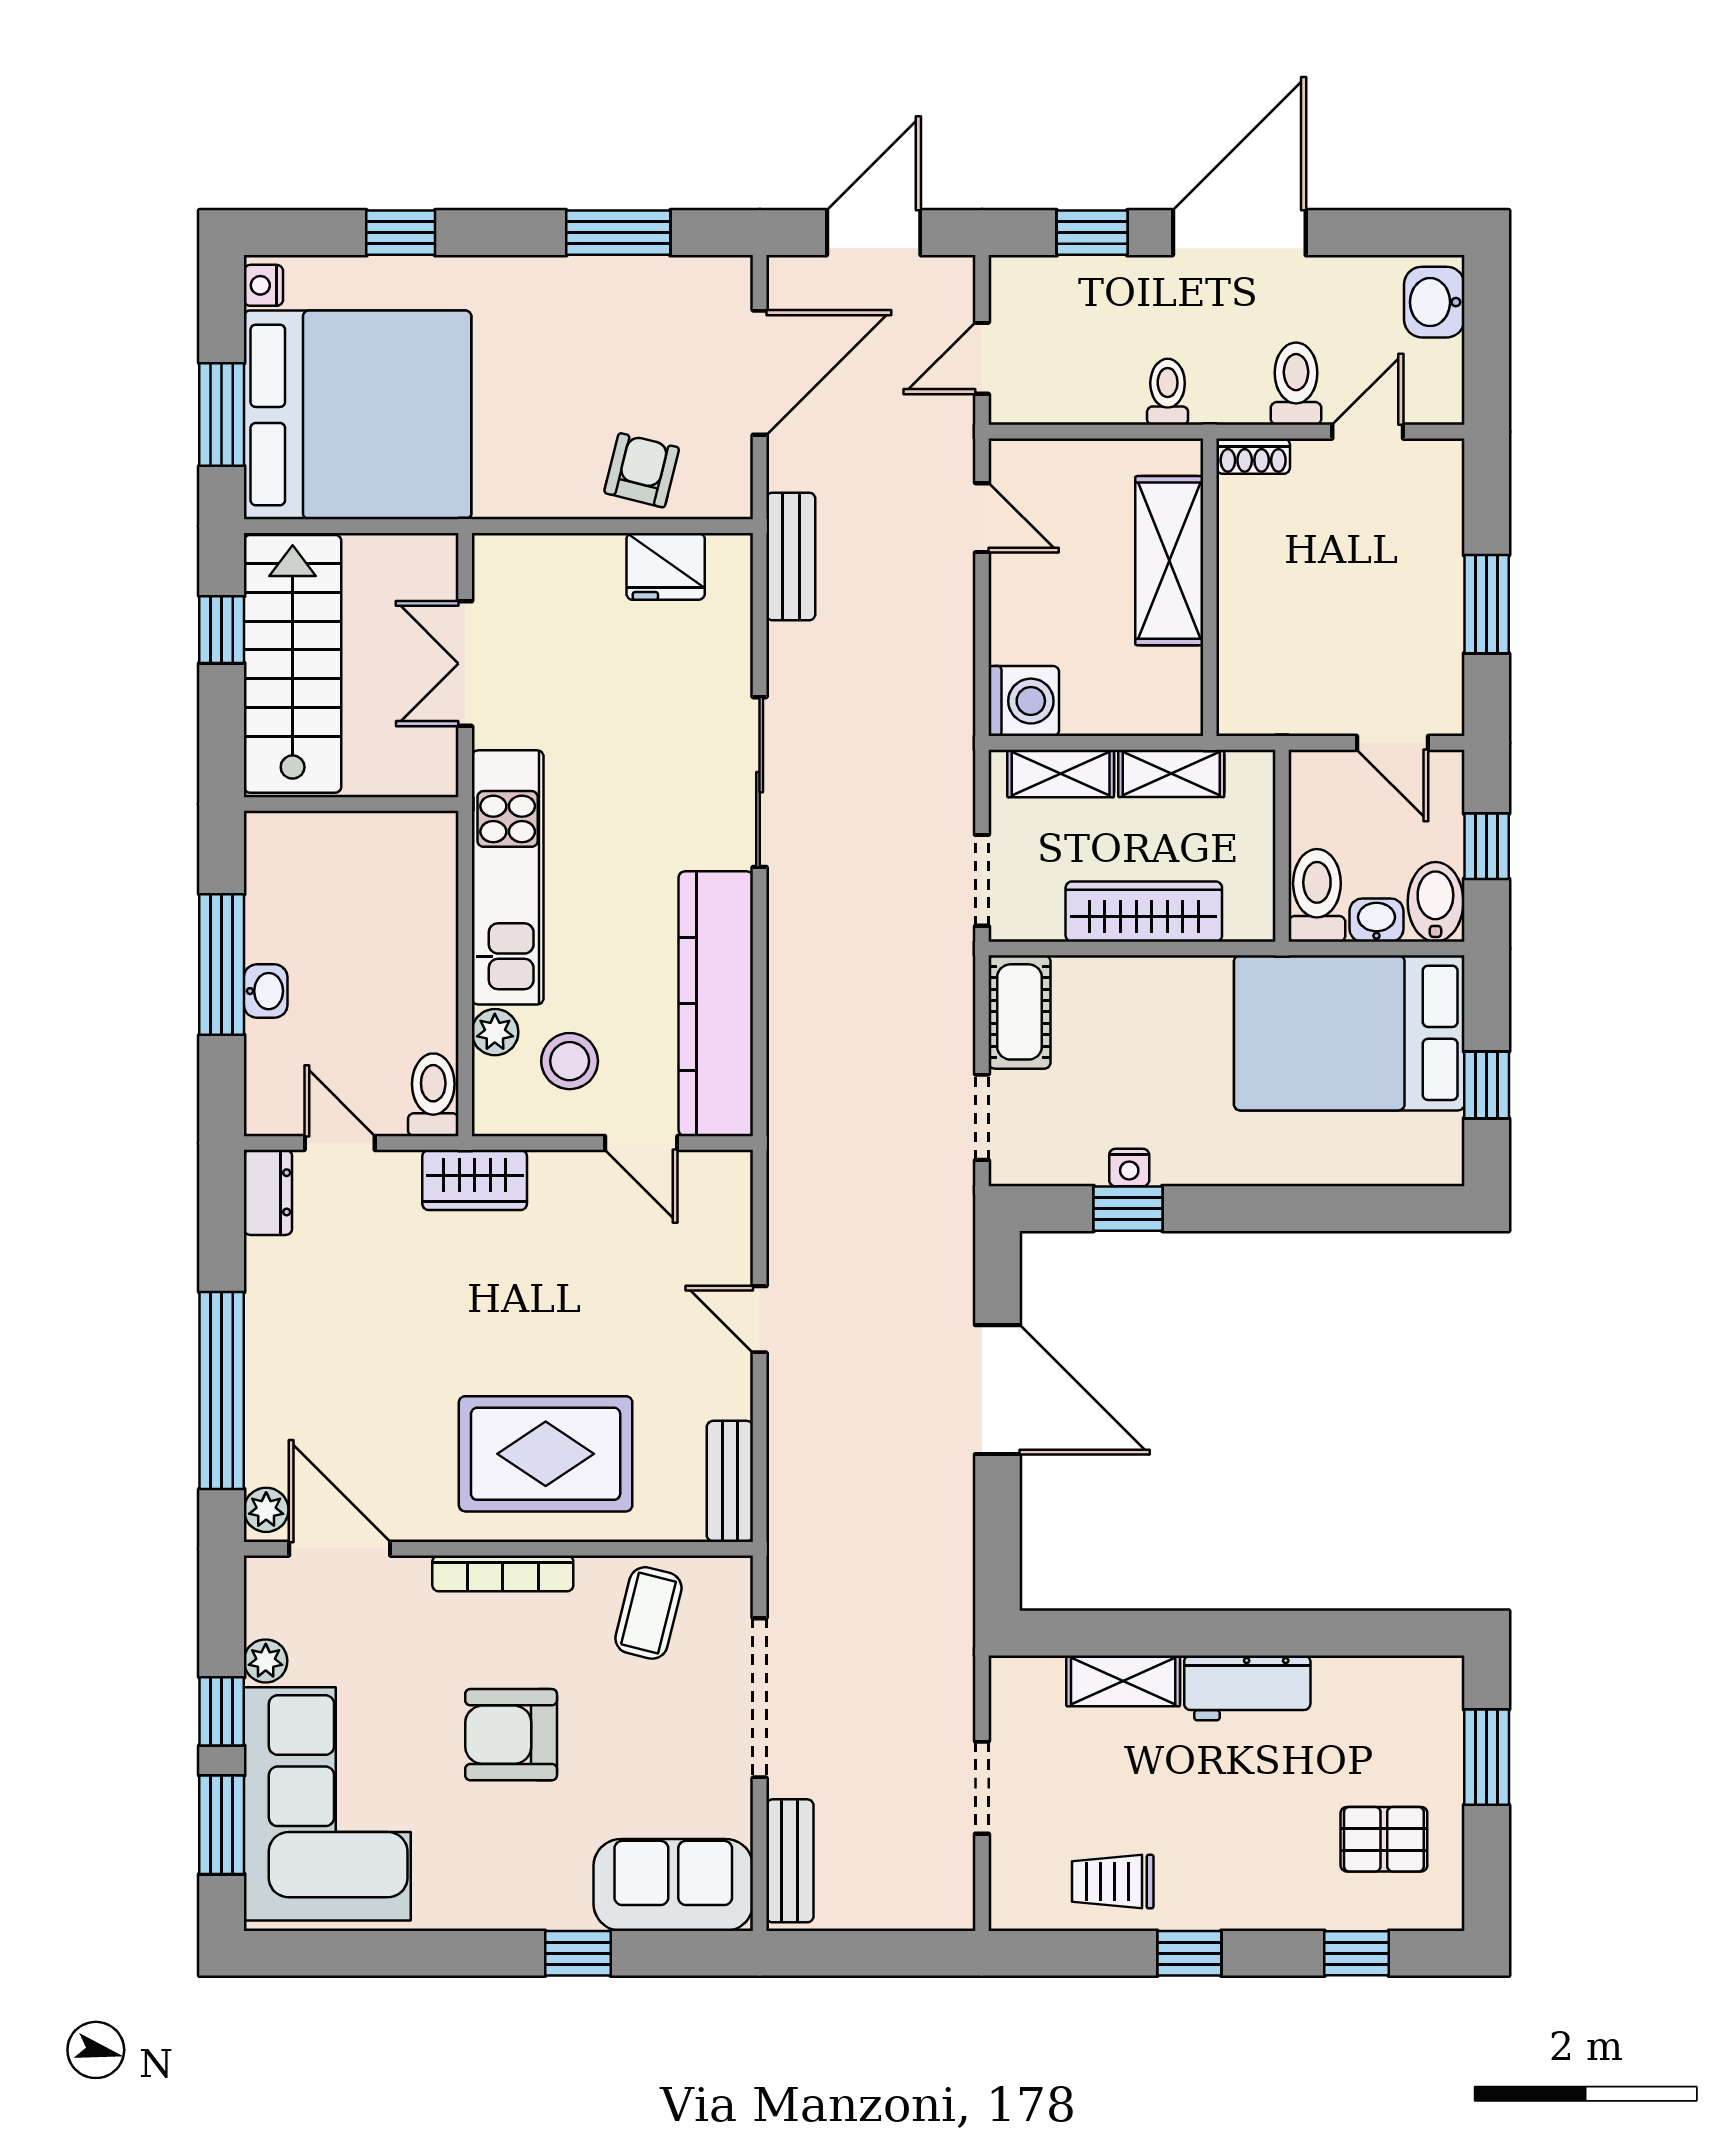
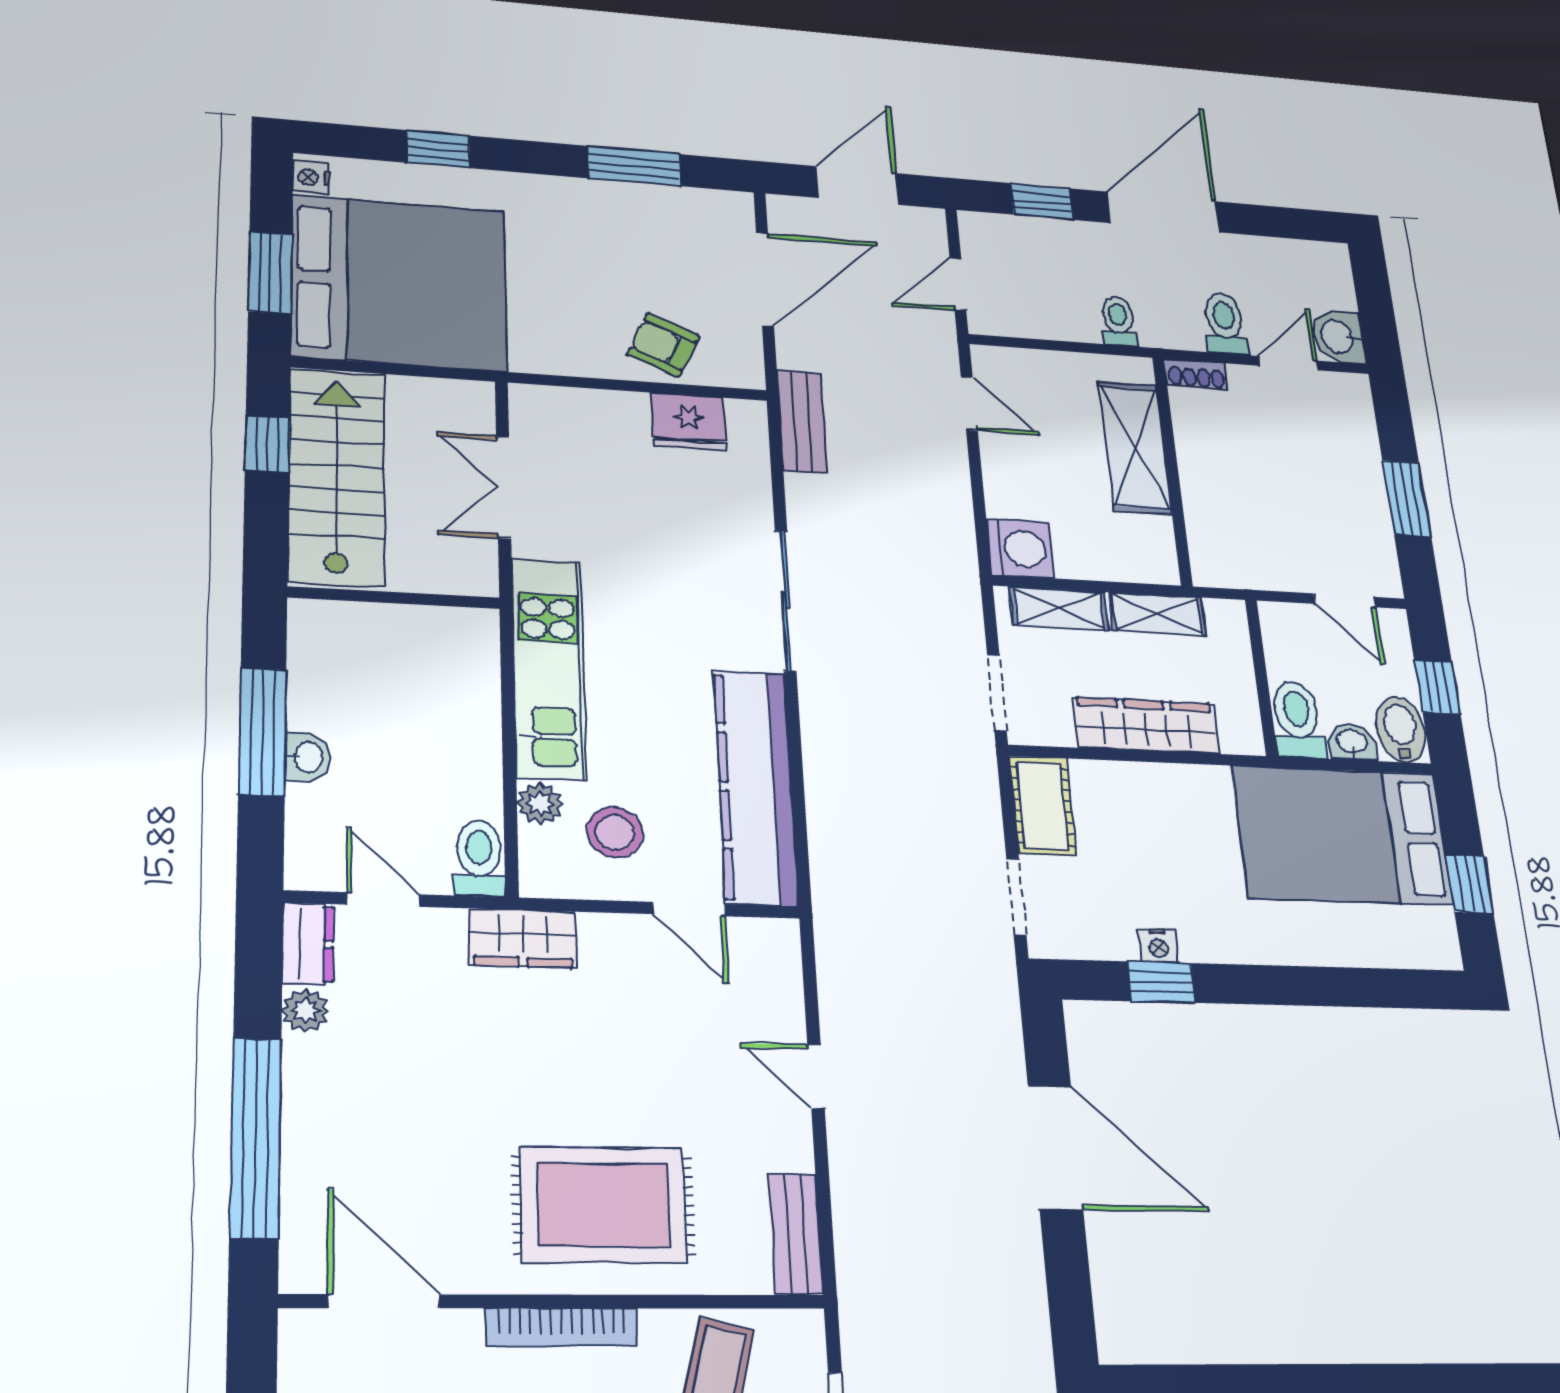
washbasin: (1434, 302) -> (1338, 337), moved
armchair: (642, 470) -> (663, 345), turned -80
plant: (266, 1510) -> (305, 1011), moved

